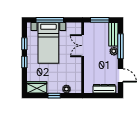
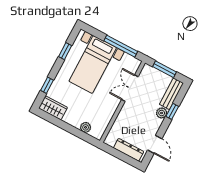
window: (50, 20) -> (121, 46), moved
window: (121, 46) -> (172, 111), width x0.46
window: (24, 62) -> (47, 85), moved
window: (54, 96) -> (68, 128), removed

